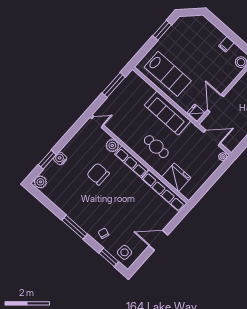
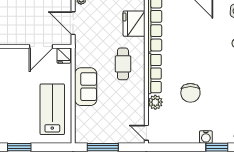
sofa: (168, 113) -> (86, 87), width x0.73

